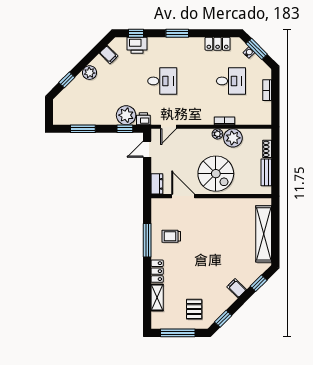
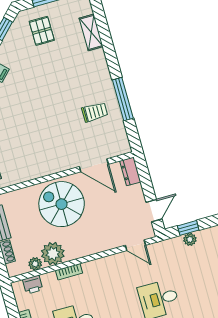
plant: (126, 115) -> (190, 239), width x0.53, depth x0.53
printer: (143, 119) -> (33, 285), moved
door: (168, 127) -> (135, 245), swing flipped
plant: (217, 134) -> (35, 264), moved
locker: (157, 271) -> (100, 65), removed

